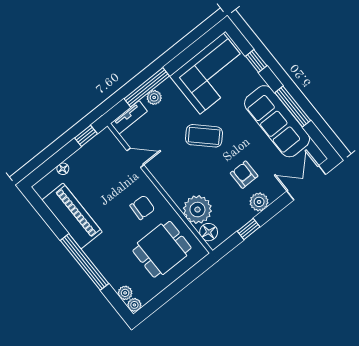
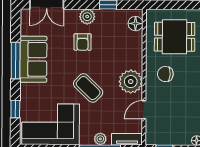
sofa: (277, 121) -> (33, 59), width x0.73
door: (135, 158) -> (144, 110), hinge flipped
plant: (197, 210) -> (131, 82), moved

